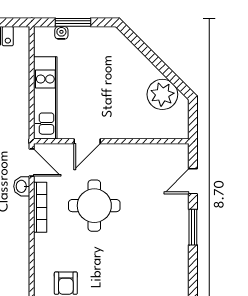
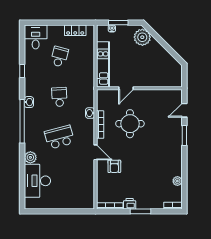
plant: (162, 94) -> (142, 37), moved
door: (32, 162) -> (95, 152), moved

